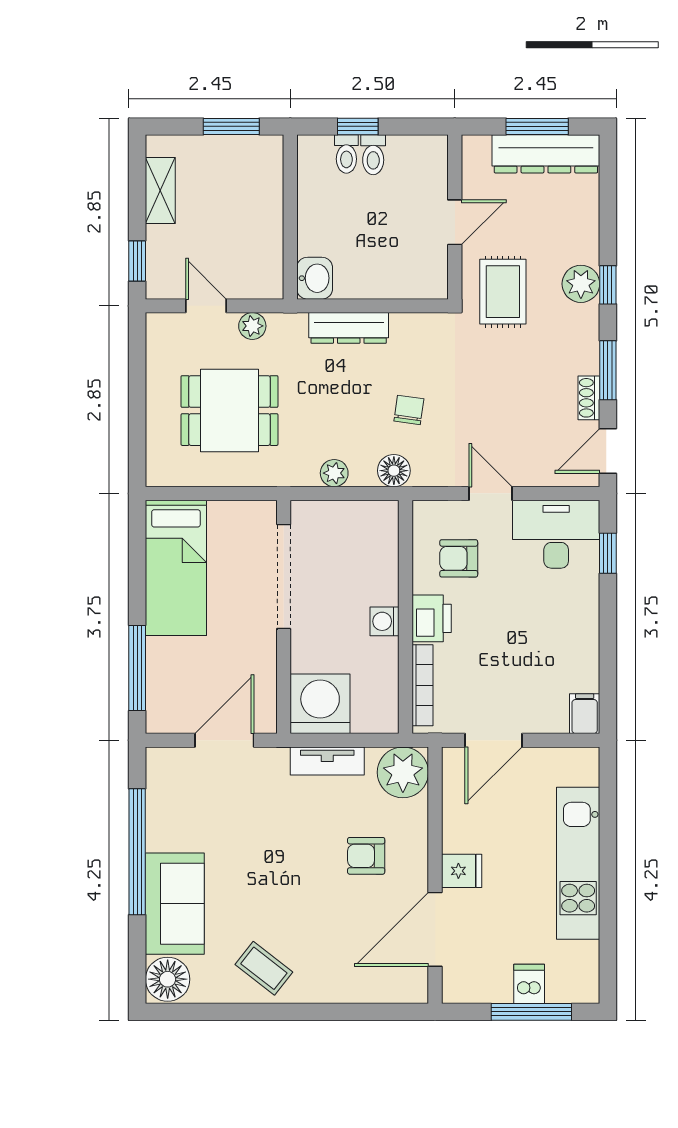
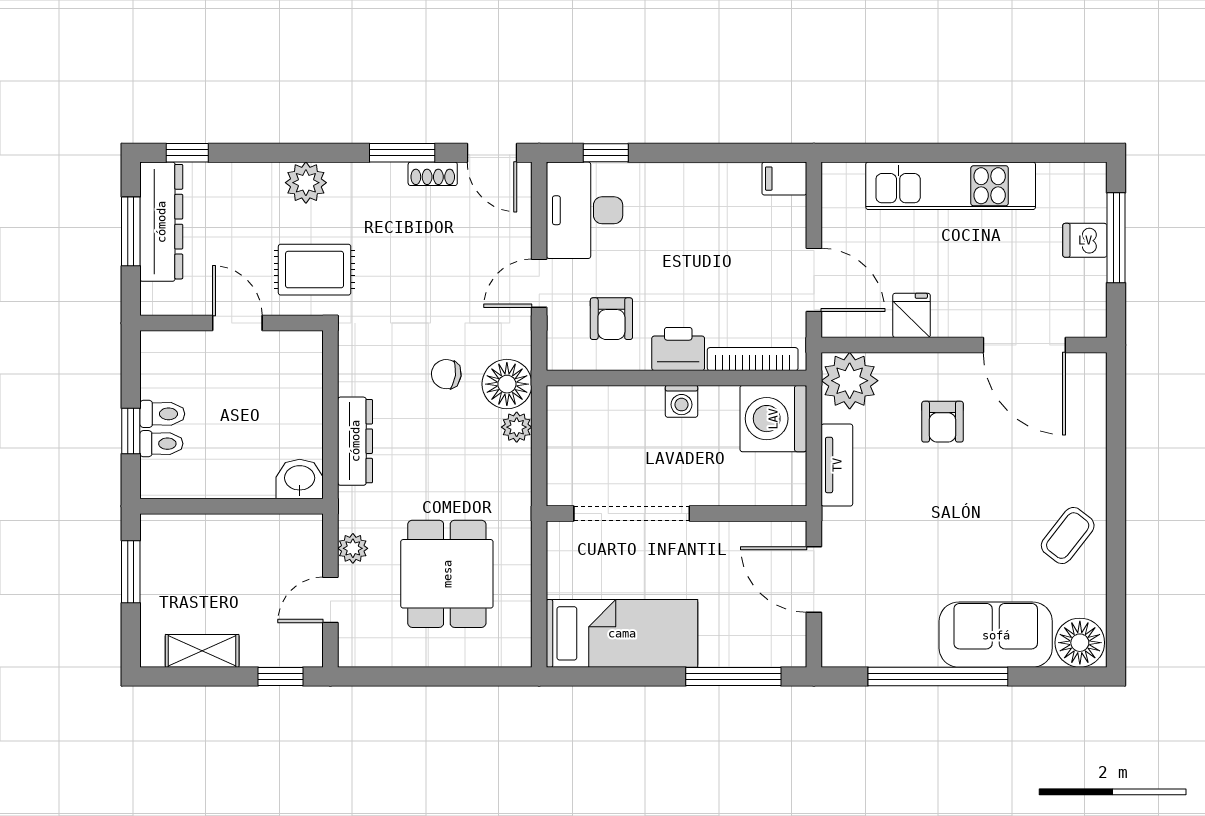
window: (608, 285) -> (187, 153), moved
floor lamp: (394, 471) -> (507, 384), width x1.38, depth x1.38
plant: (334, 473) -> (517, 427), moved
washing machine: (320, 704) -> (773, 419), moved
fridge: (462, 871) -> (912, 315), moved

